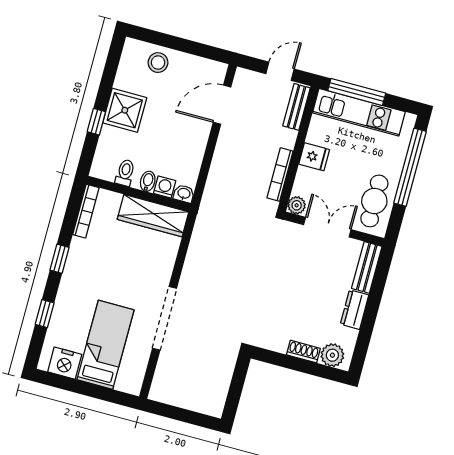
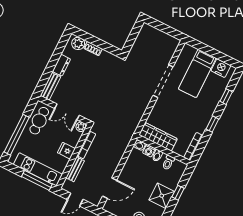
bench: (296, 107) -> (75, 169), moved

